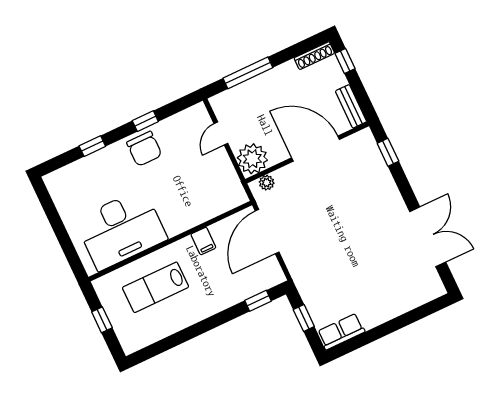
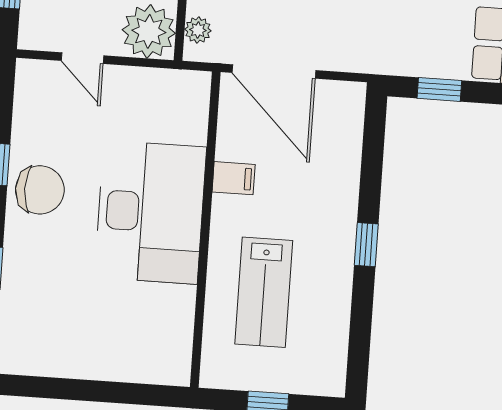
desk: (121, 229) -> (150, 212), moved
window: (258, 301) -> (366, 245), moved

